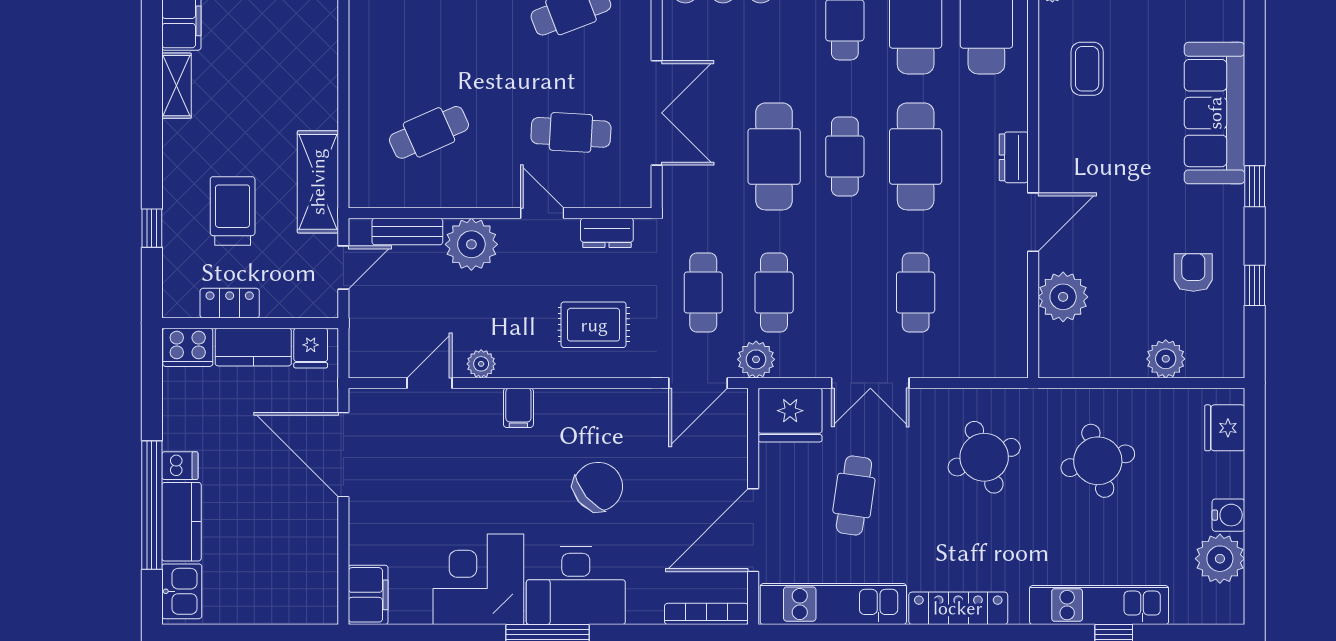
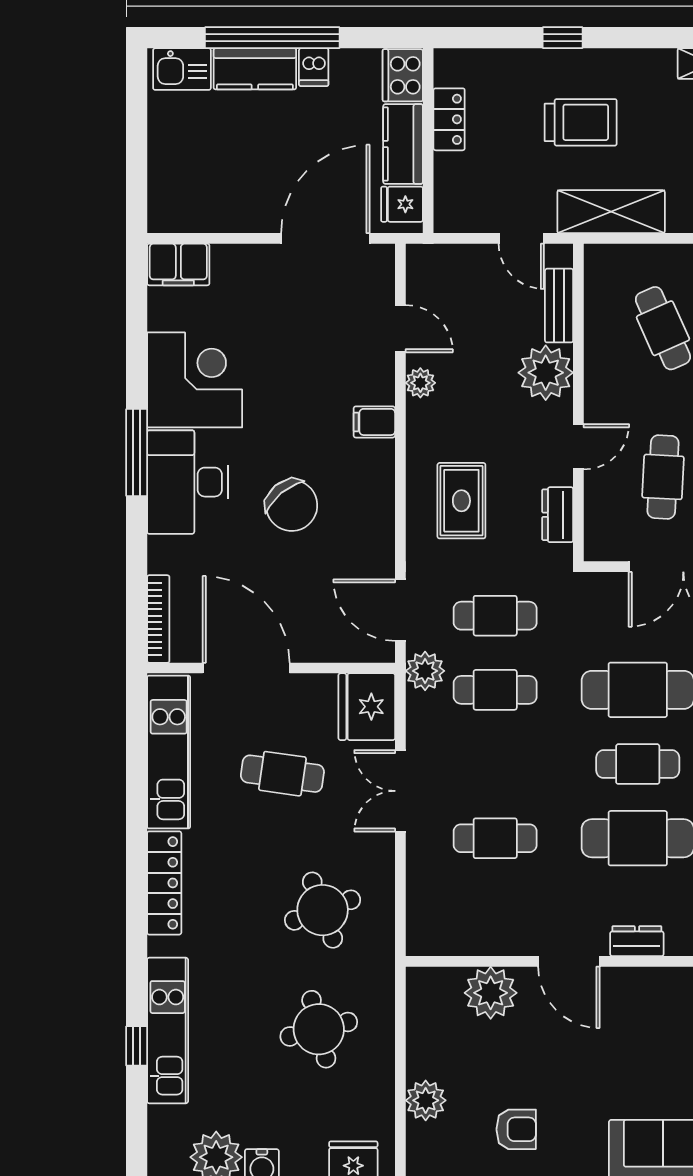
locker: (230, 303) -> (449, 119), moved
wall: (250, 323) -> (428, 141), moved
cooker: (188, 347) -> (403, 75), moved
kitchen counter: (253, 347) -> (403, 144), moved
fridge: (311, 348) -> (402, 204), moved

